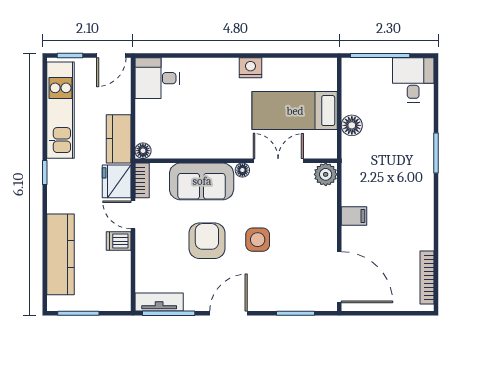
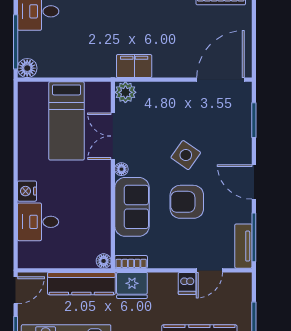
door: (111, 55) -> (16, 290), hinge flipped
nightstand: (250, 68) -> (27, 191), moved
desk: (157, 78) -> (38, 222), moved, turned 90
floor lamp: (352, 125) -> (27, 68), moved
kitchen counter: (119, 139) -> (81, 284), width x1.50
door: (133, 215) -> (209, 270), moved
filing cabinet: (354, 216) -> (134, 66), moved, width x2.00
side table: (258, 240) -> (186, 155), turned 35

